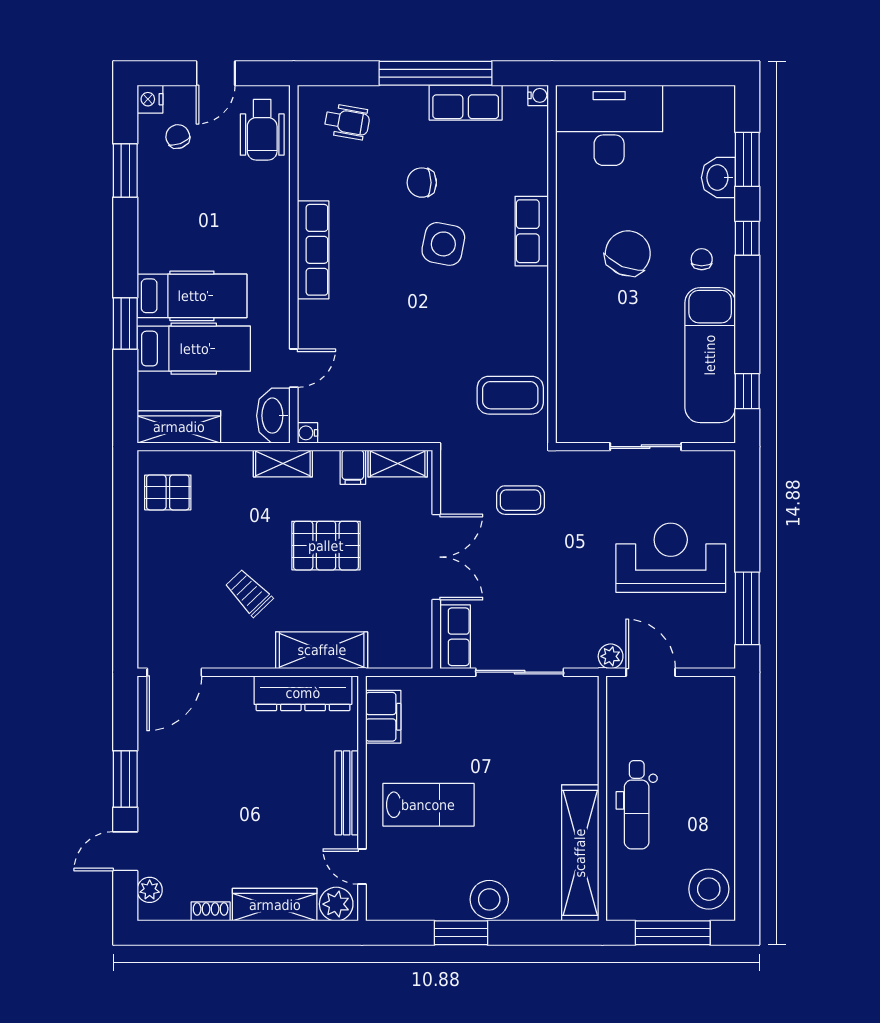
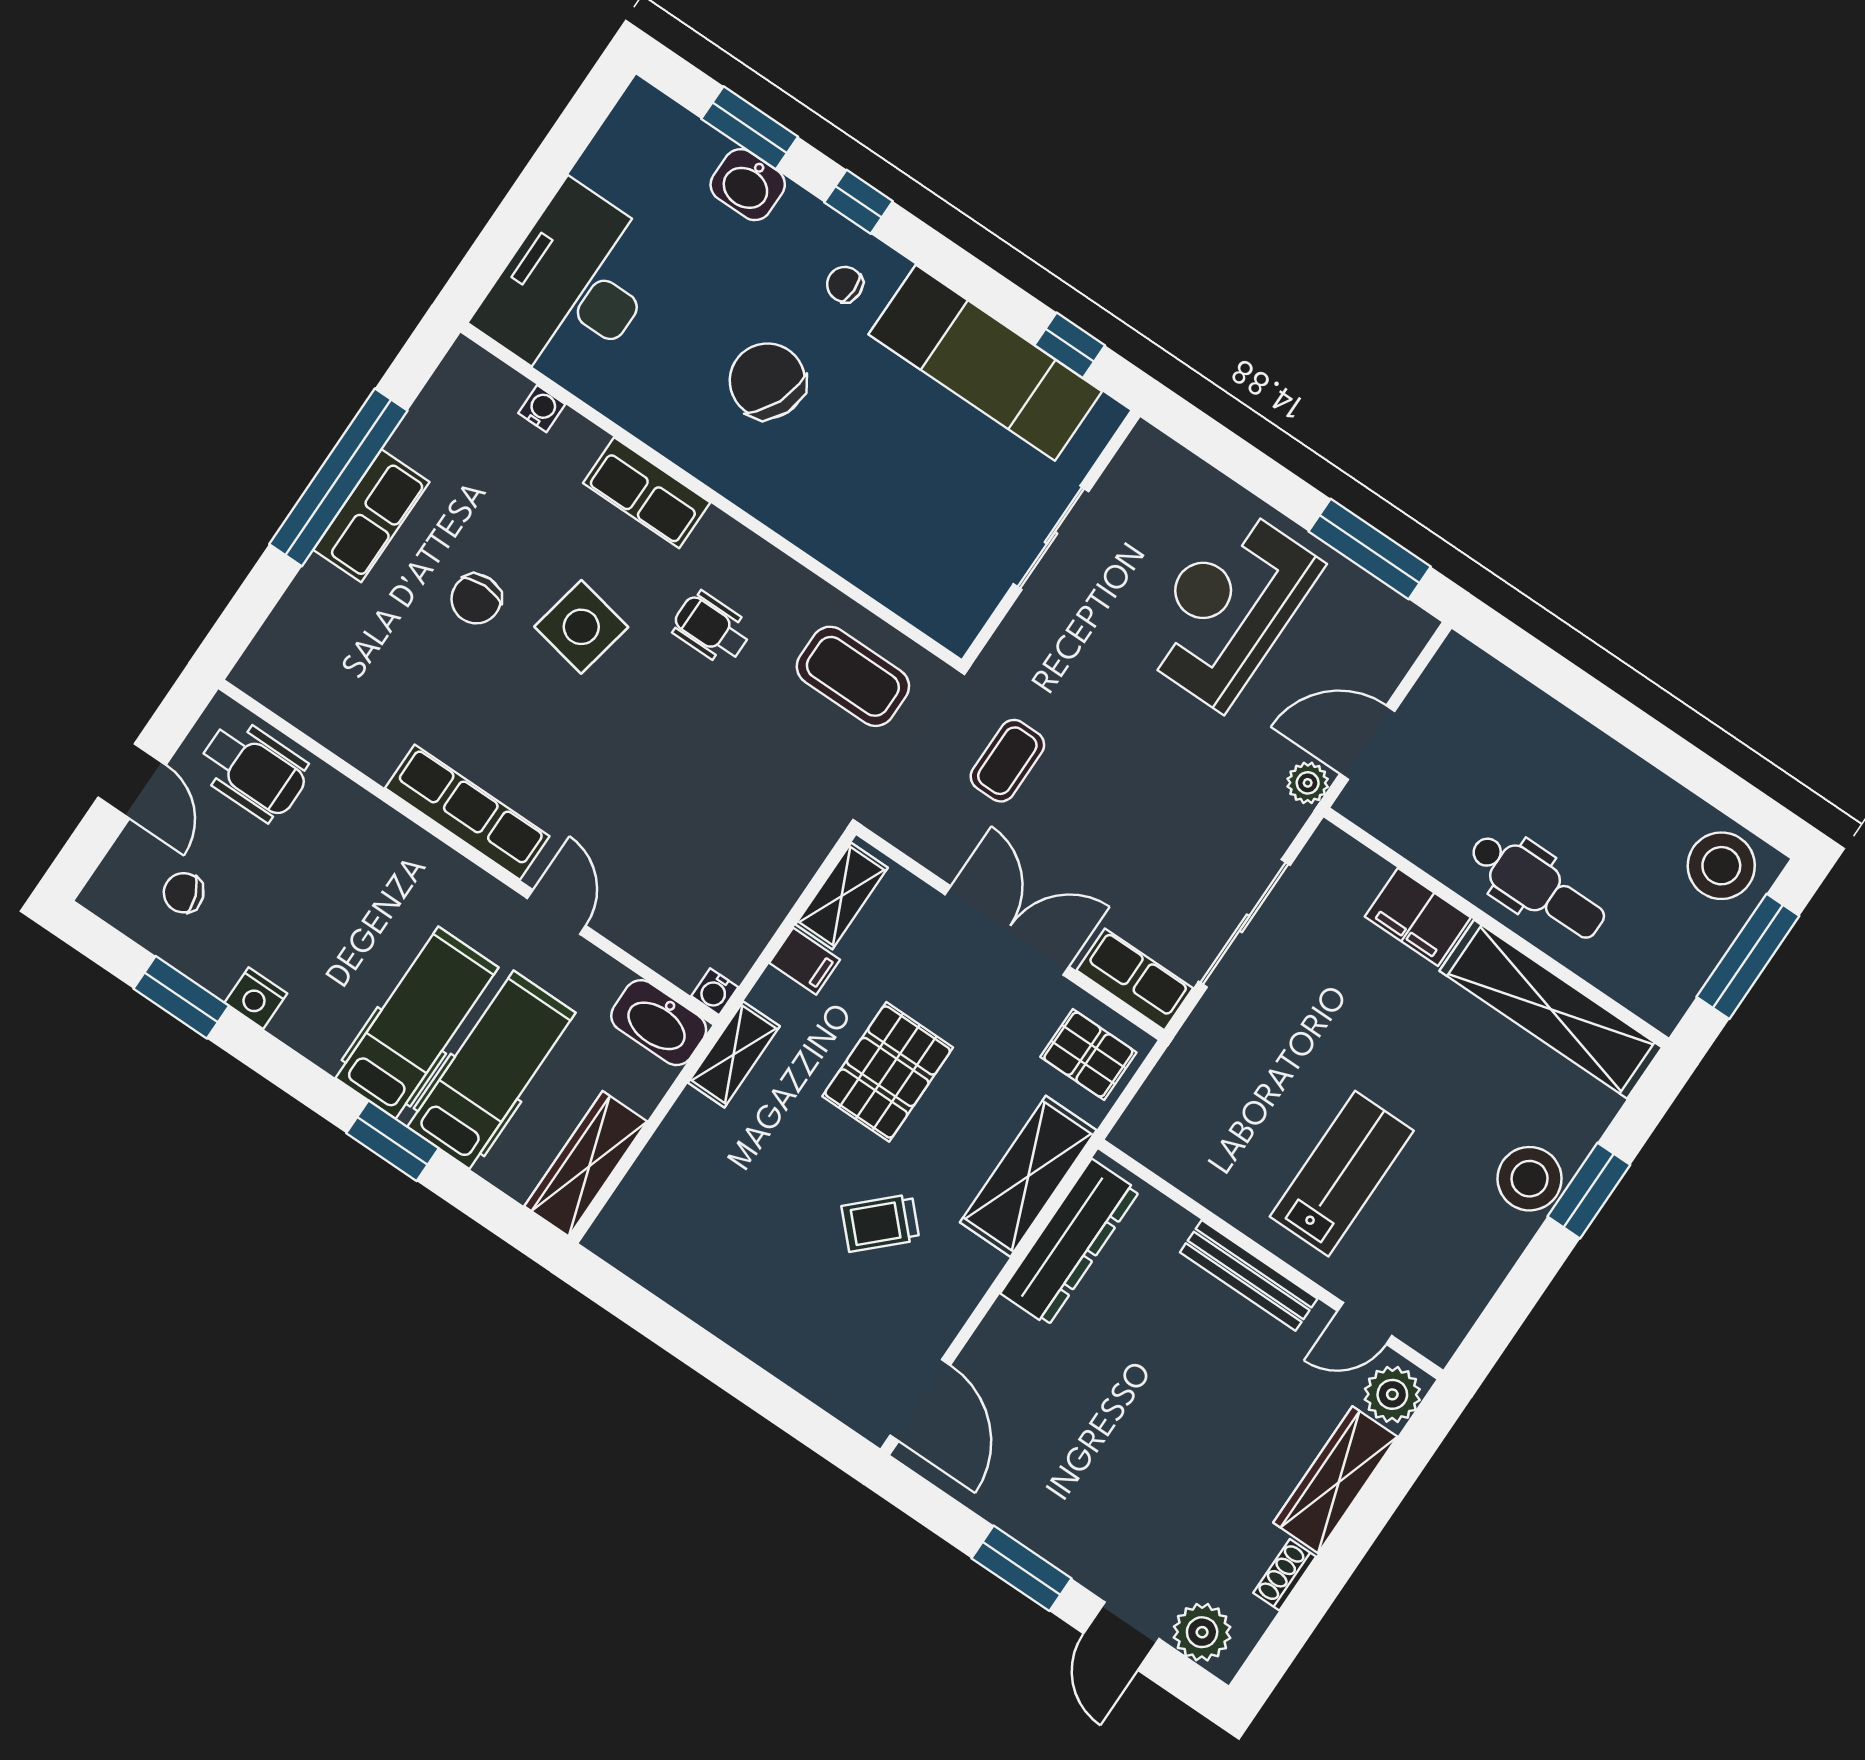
water cooler: (538, 95) -> (542, 409), moved
nightstand: (150, 99) -> (256, 998), moved
row of seats: (466, 103) -> (371, 516), moved
wheelchair: (347, 122) -> (712, 628), moved, turned -100
door: (294, 368) -> (556, 912), moved
coffee table: (510, 395) -> (853, 676), turned 90
pallet: (168, 492) -> (1088, 1055), moved, turned 90
filing cabinet: (383, 717) -> (1418, 917), moved, turned 180
plant: (150, 890) -> (1202, 1632), width x1.38, depth x1.38
window: (461, 933) -> (1589, 1191), moved

